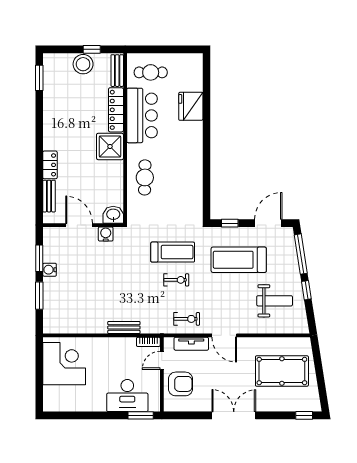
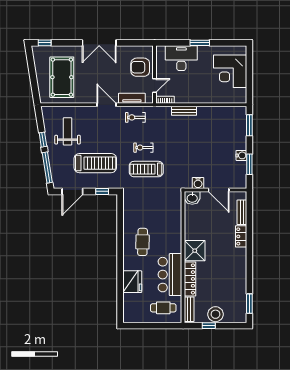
cafe table: (145, 177) -> (143, 242), moved
window: (39, 296) -> (249, 125), moved
weight bench: (275, 301) -> (68, 131), turned 90
corner desk: (64, 364) -> (230, 71), moved
pool table: (282, 371) -> (62, 77), turned 90
window: (141, 415) -> (200, 43), moved

